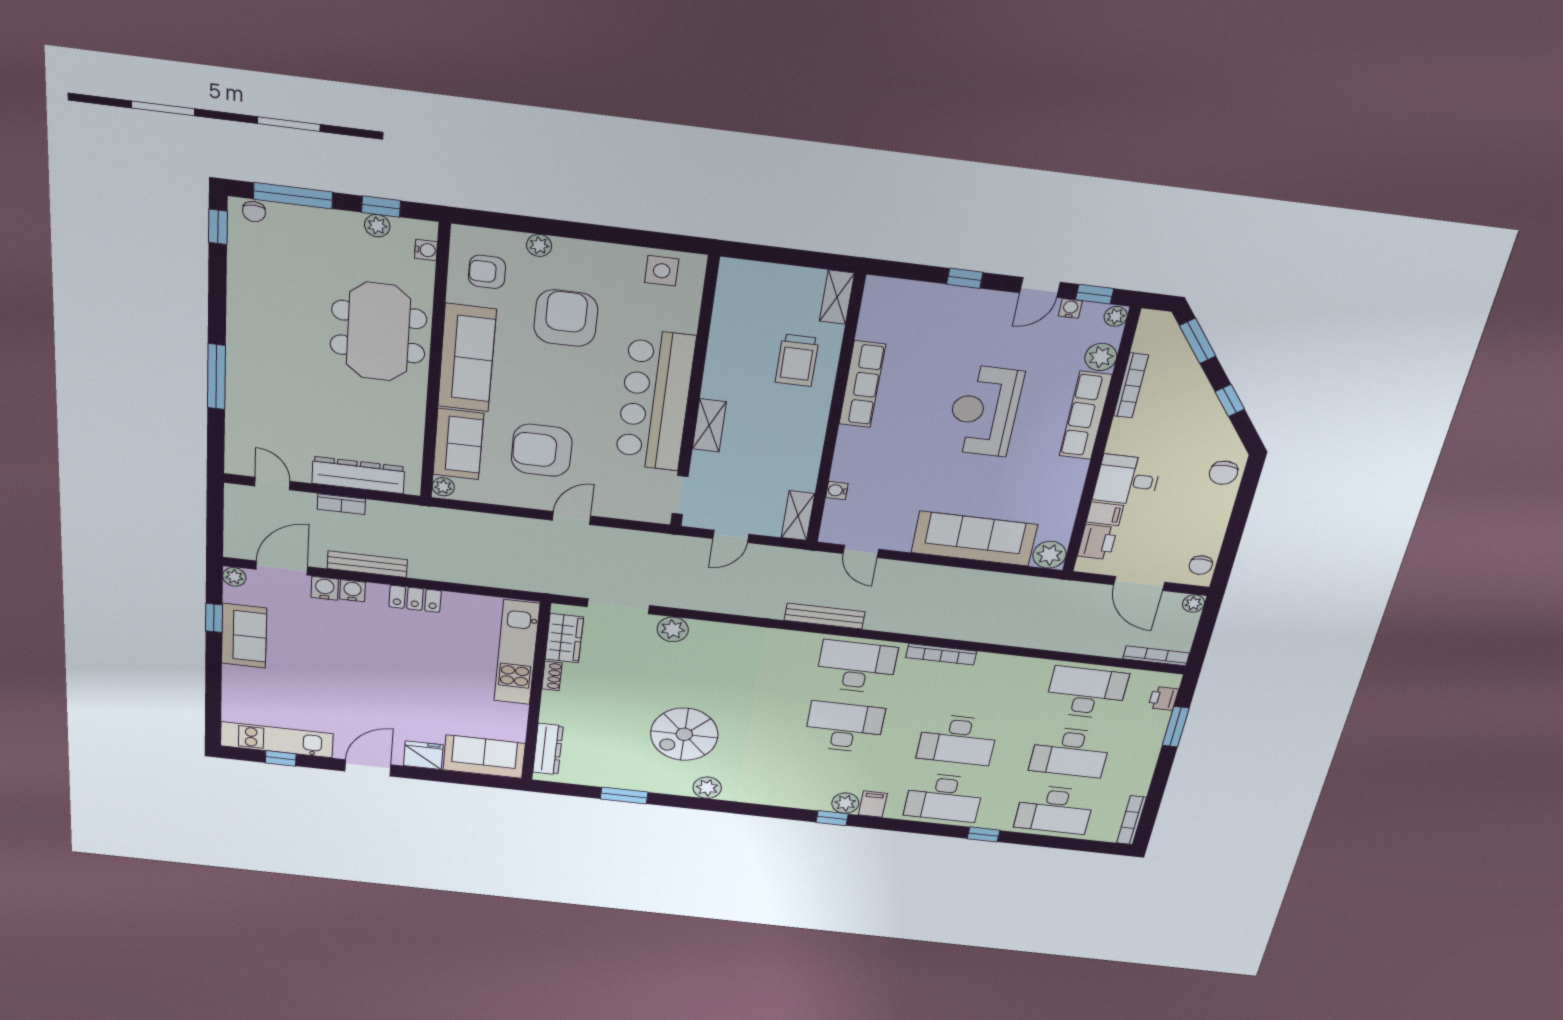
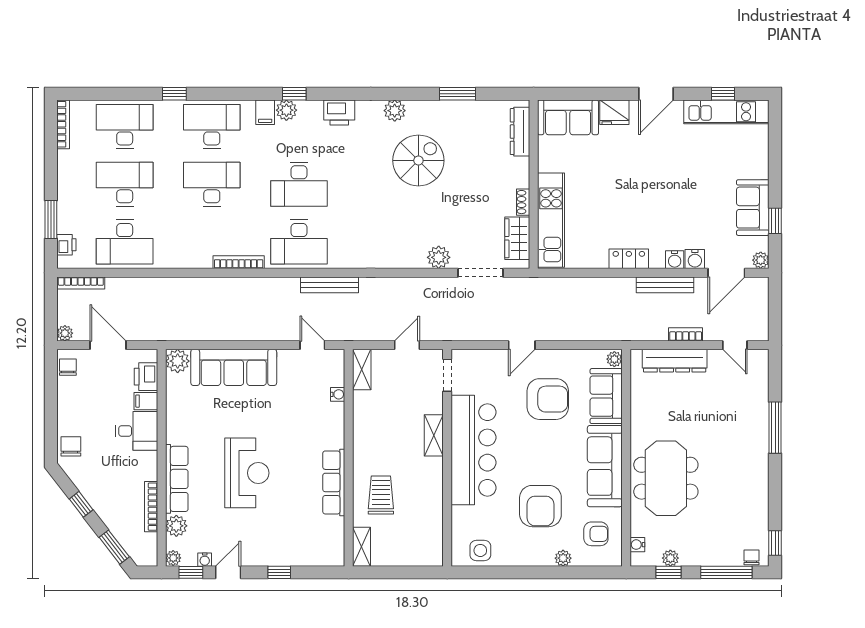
printer: (778, 794) -> (339, 112), added

